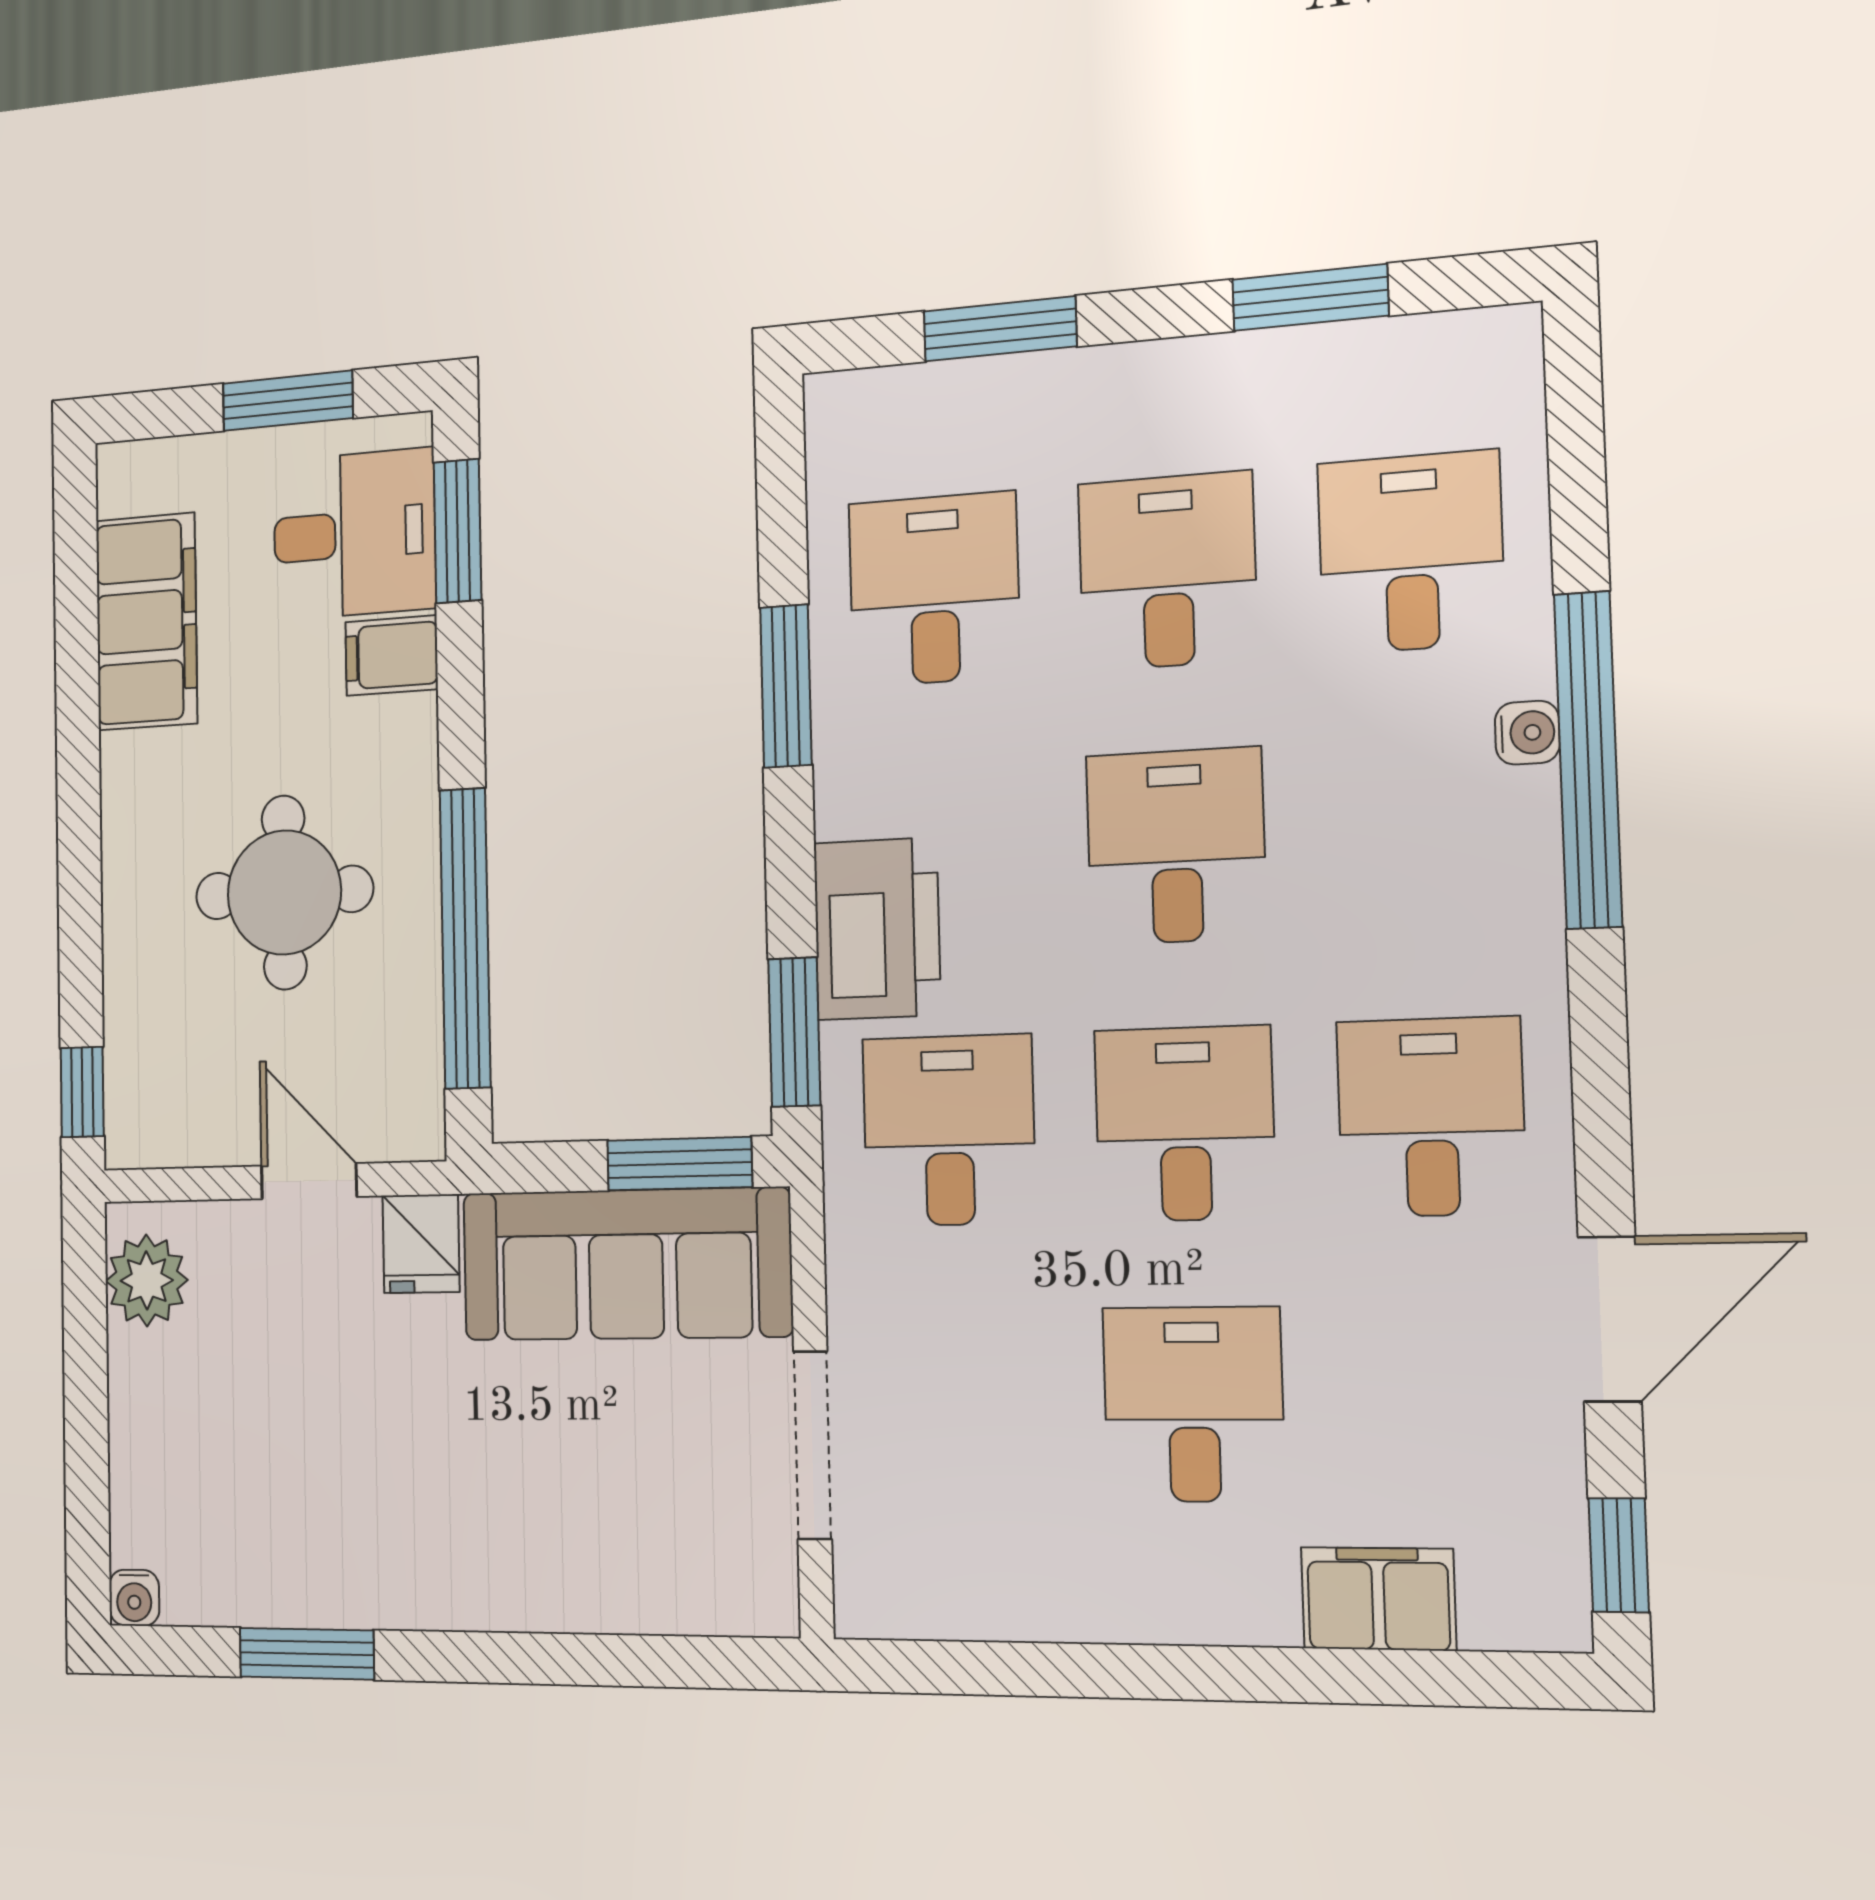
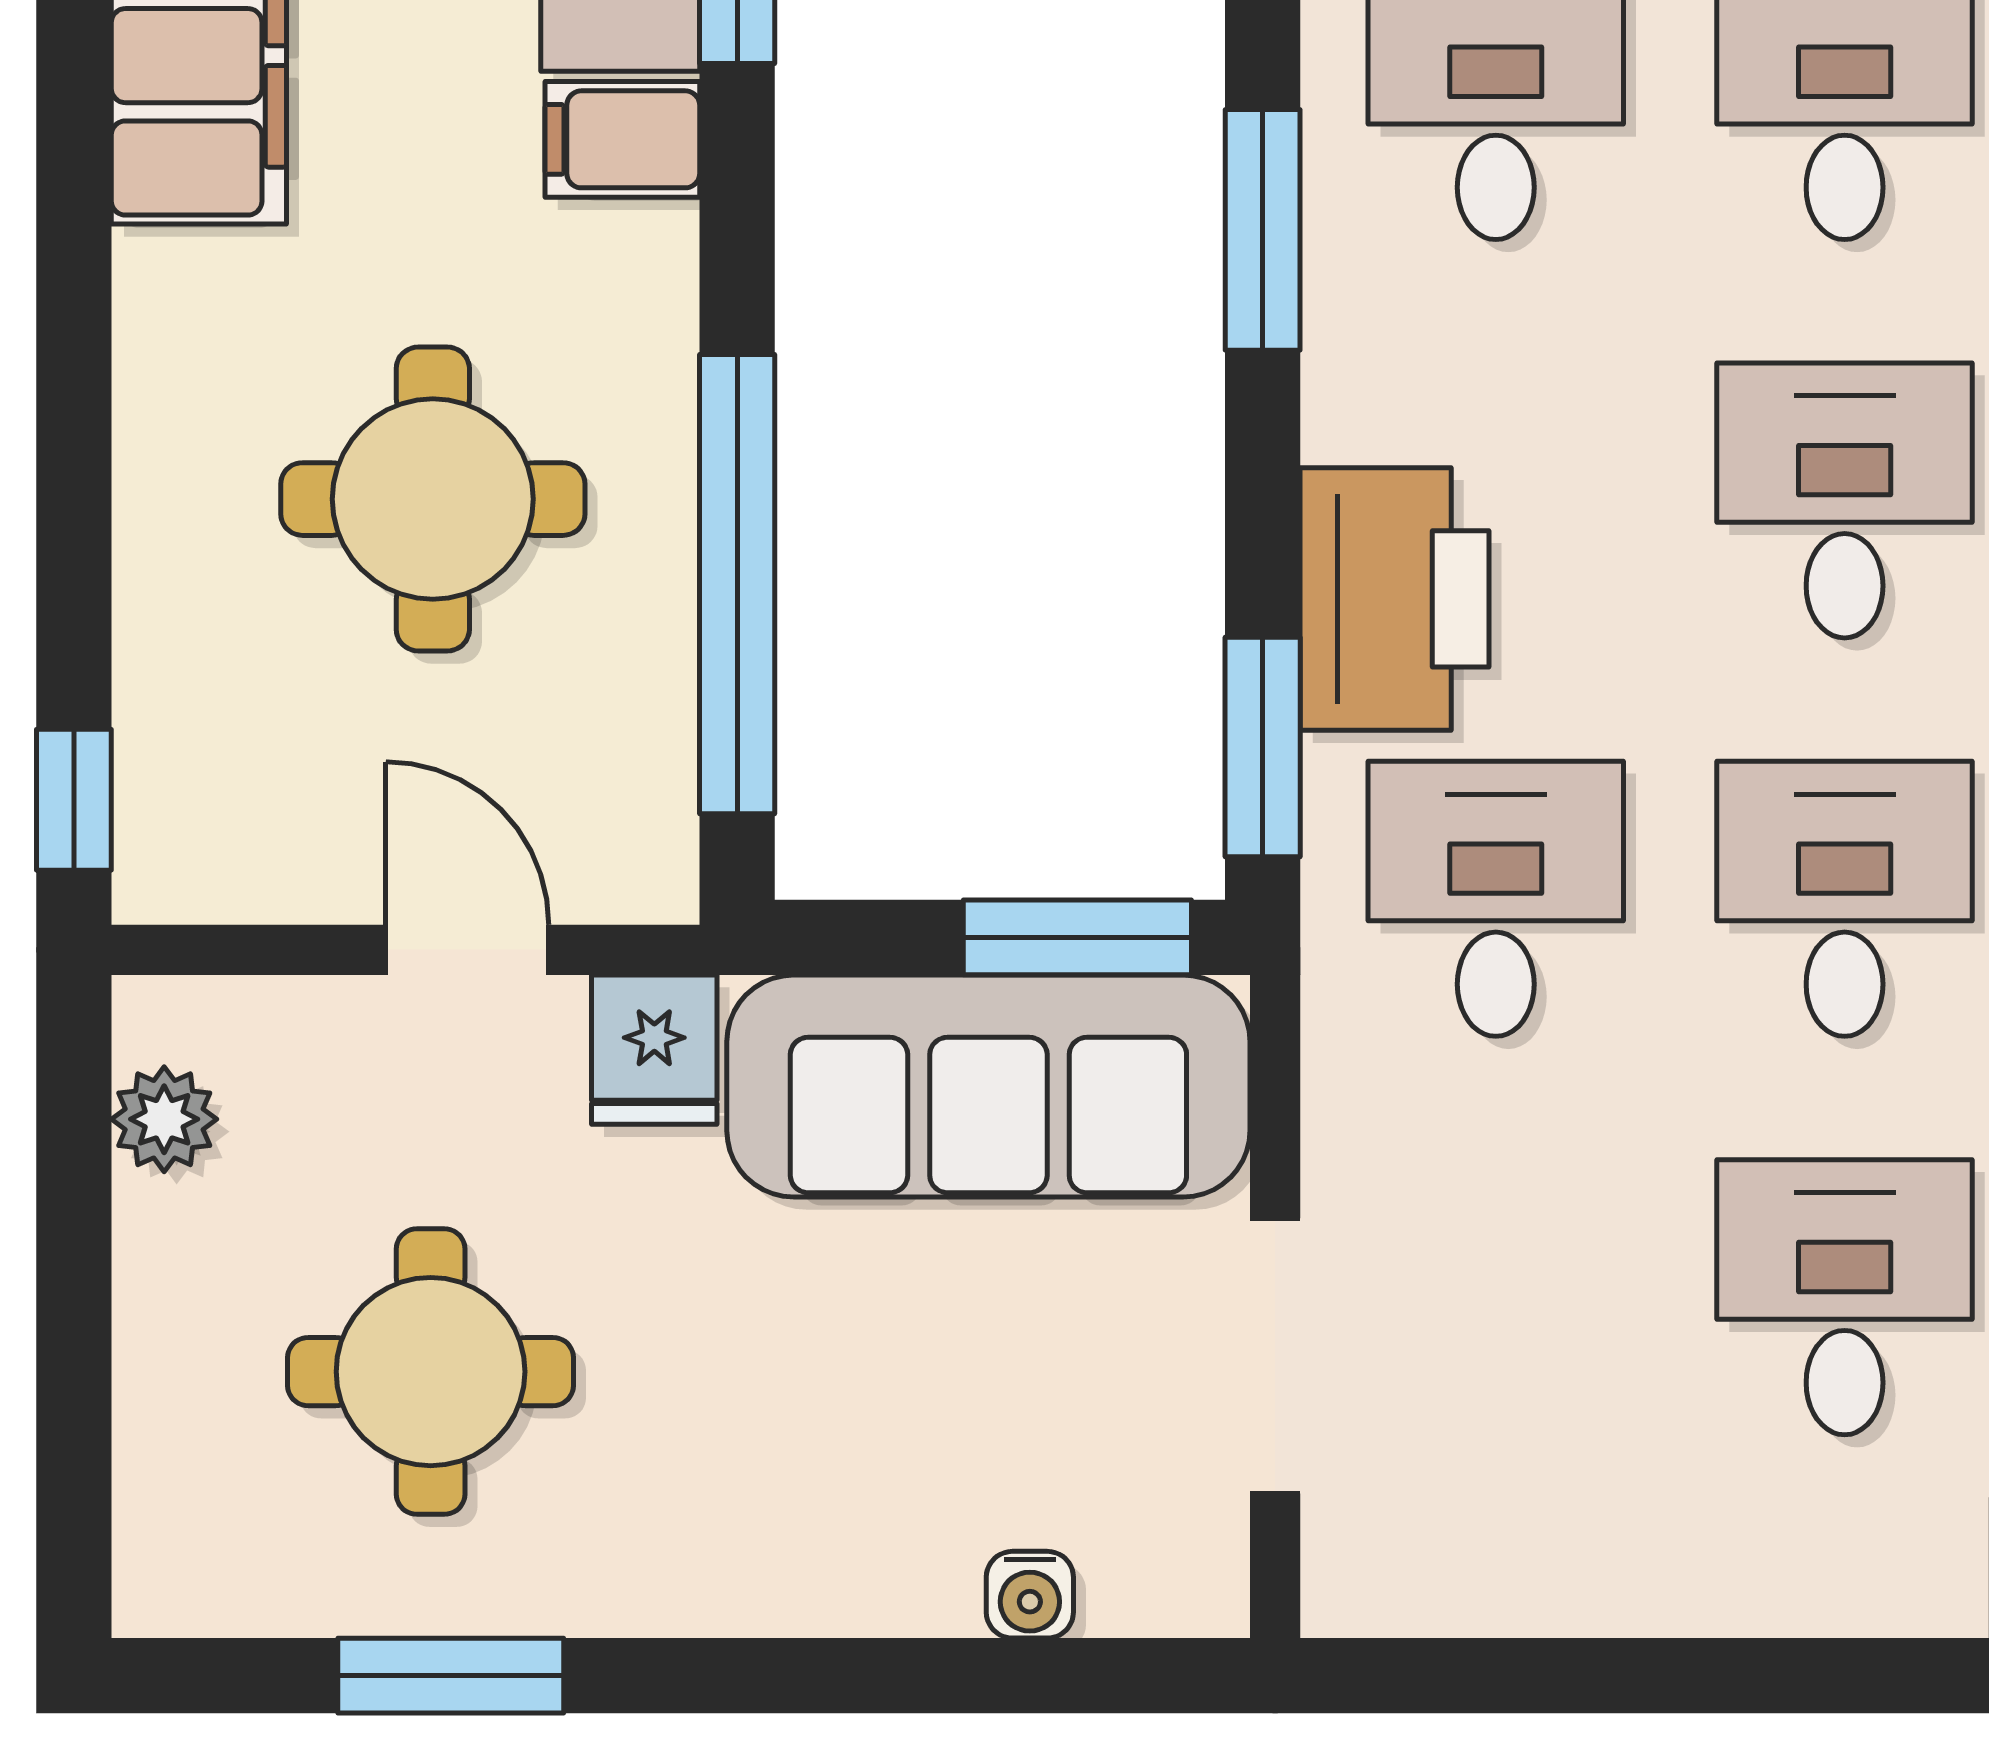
plant: (147, 1280) -> (164, 1119), width x0.73, depth x0.73
round table: (292, 1455) -> (431, 1372), added
water cooler: (134, 1598) -> (1030, 1595), moved

